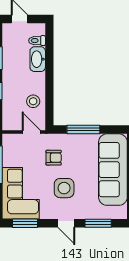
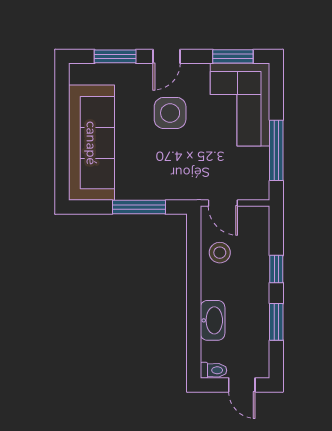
toilet: (37, 41) -> (214, 370), moved
armchair: (54, 158) -> (187, 162), removed
door: (66, 223) -> (166, 56), swing flipped

